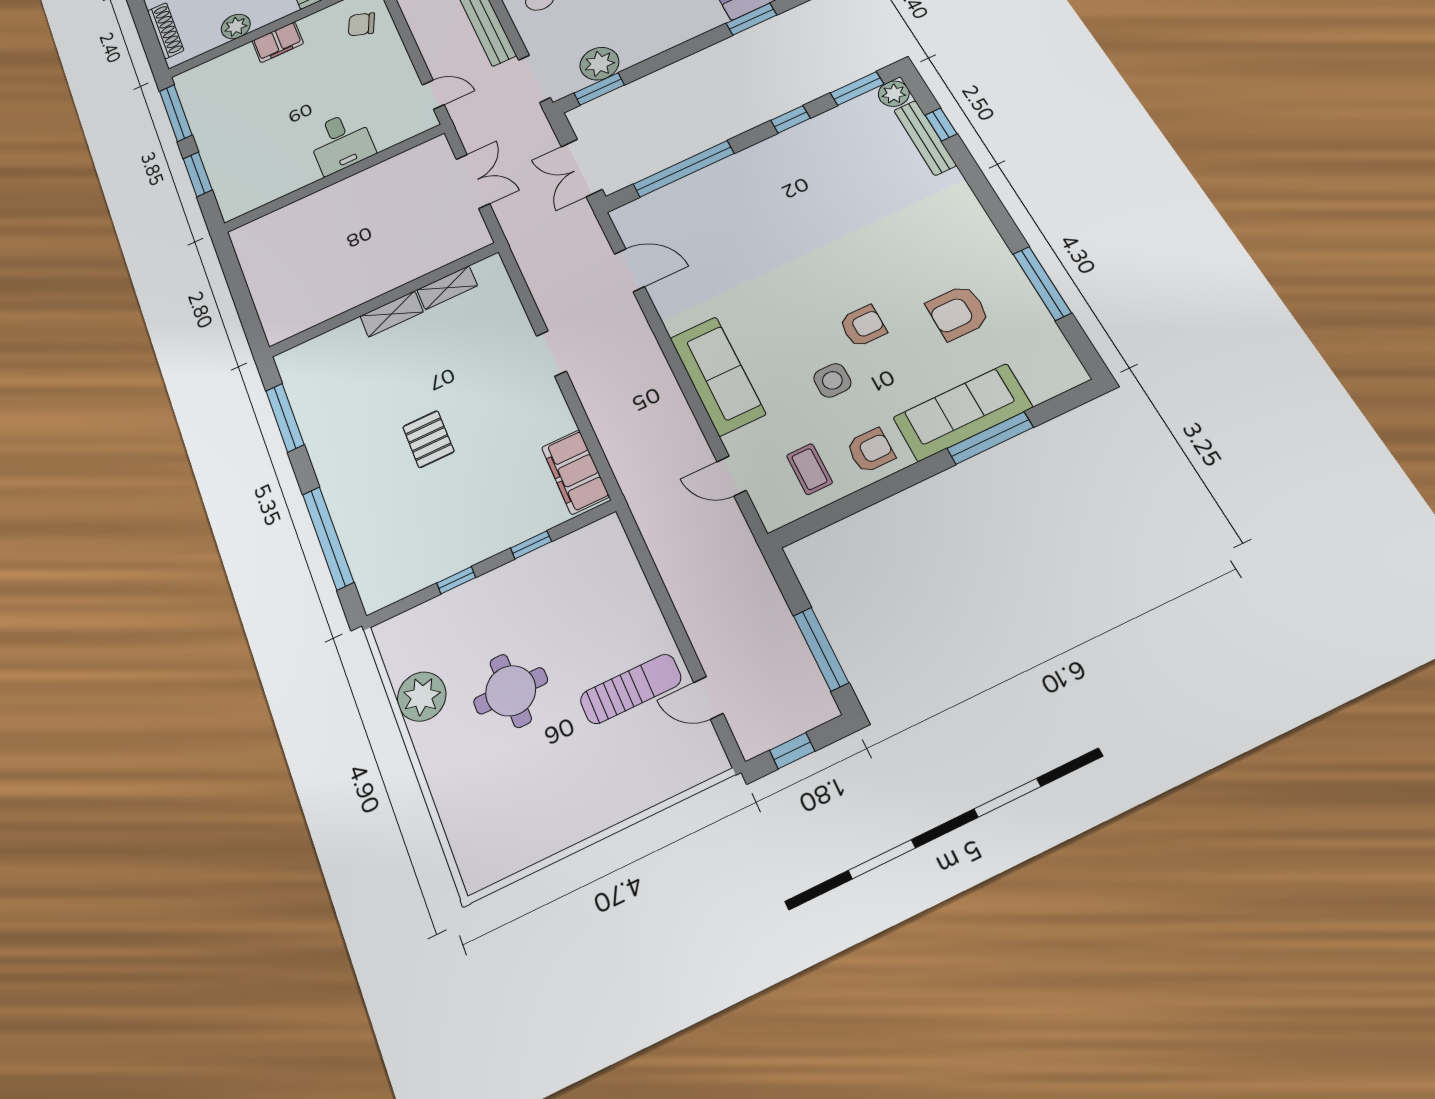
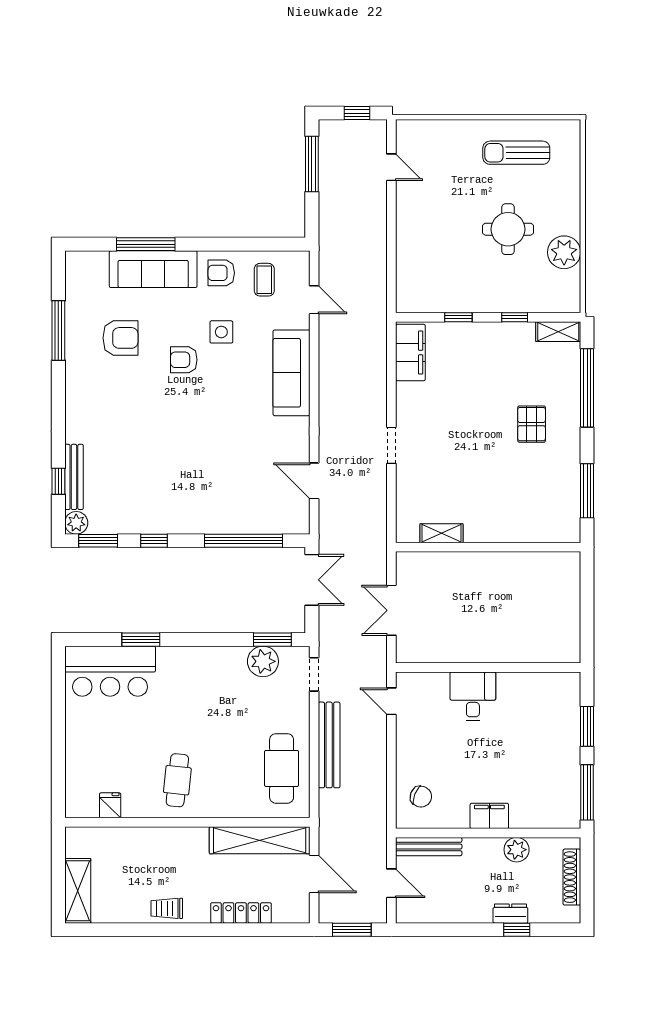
doorway: (534, 79) -> (314, 674), width x0.73
shelving: (392, 314) -> (558, 332), moved
pallet: (428, 439) -> (532, 424), moved
sun lounger: (631, 689) -> (516, 153), moved

